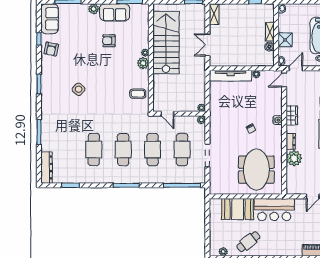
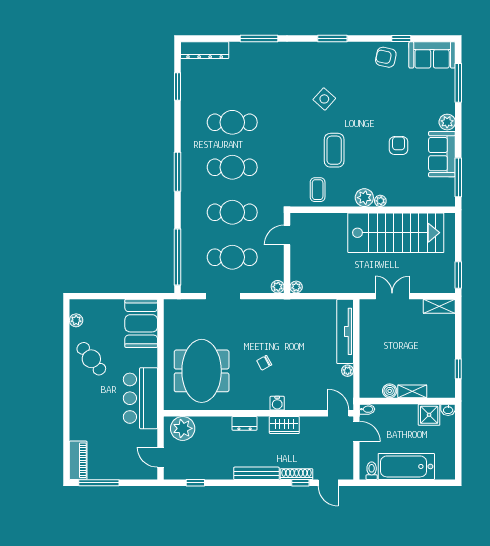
shower: (285, 40) -> (429, 415), moved
coffee table: (112, 83) -> (334, 150), added
plant: (294, 158) -> (183, 428), moved
meeting table: (256, 170) -> (202, 371), turned 90
booth: (238, 209) -> (141, 323), moved

